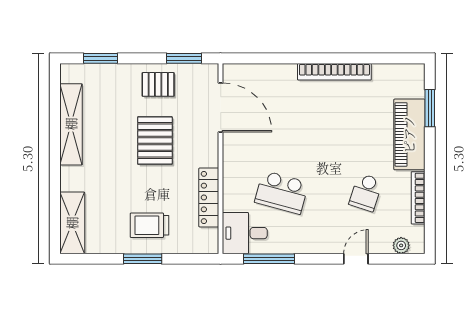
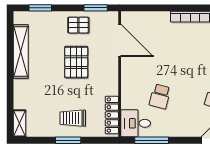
school desk: (282, 192) -> (160, 96), width x0.54
locker: (209, 197) -> (112, 115), moved
shelving: (72, 223) -> (20, 123), width x0.67, depth x0.75

